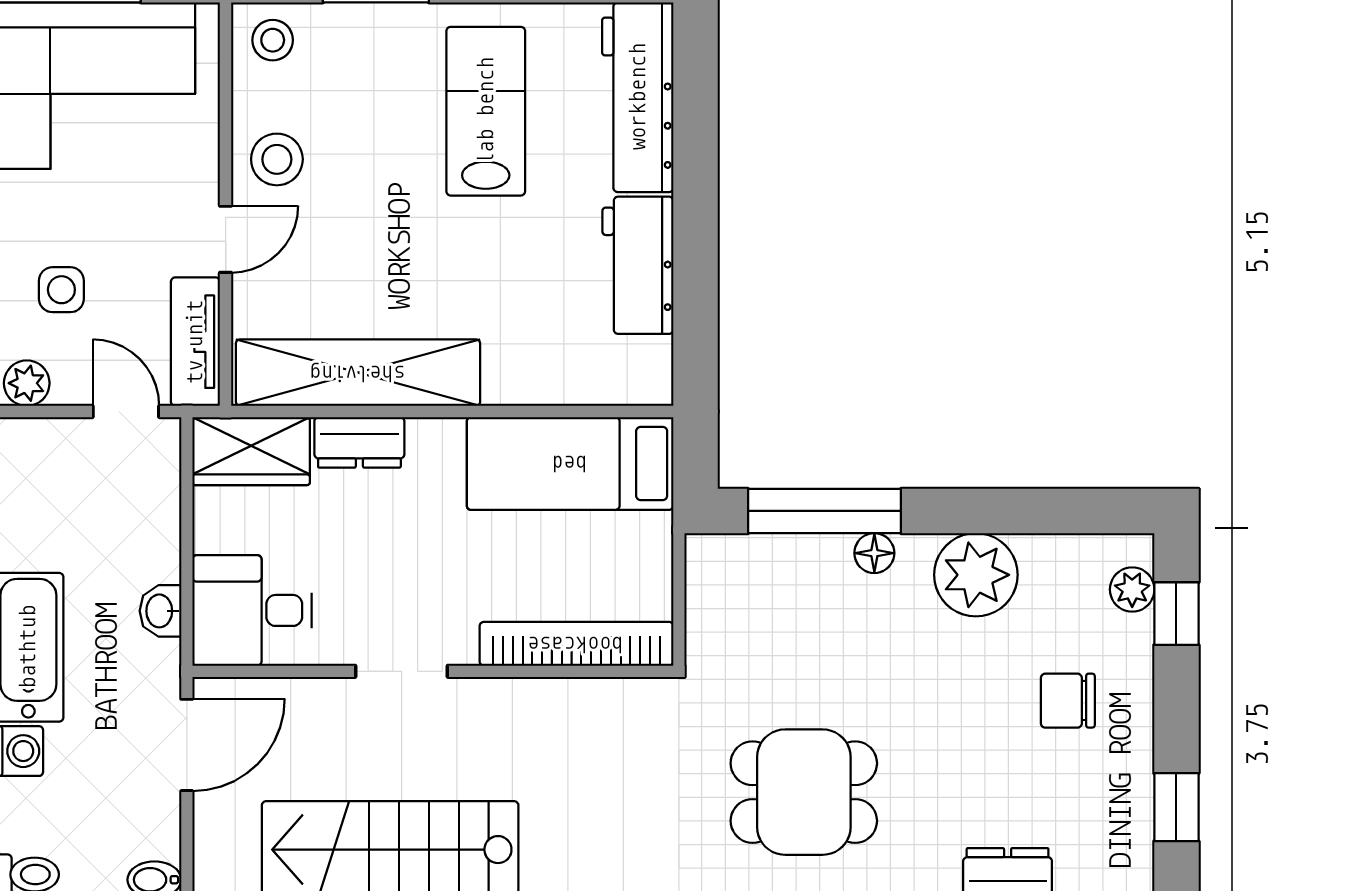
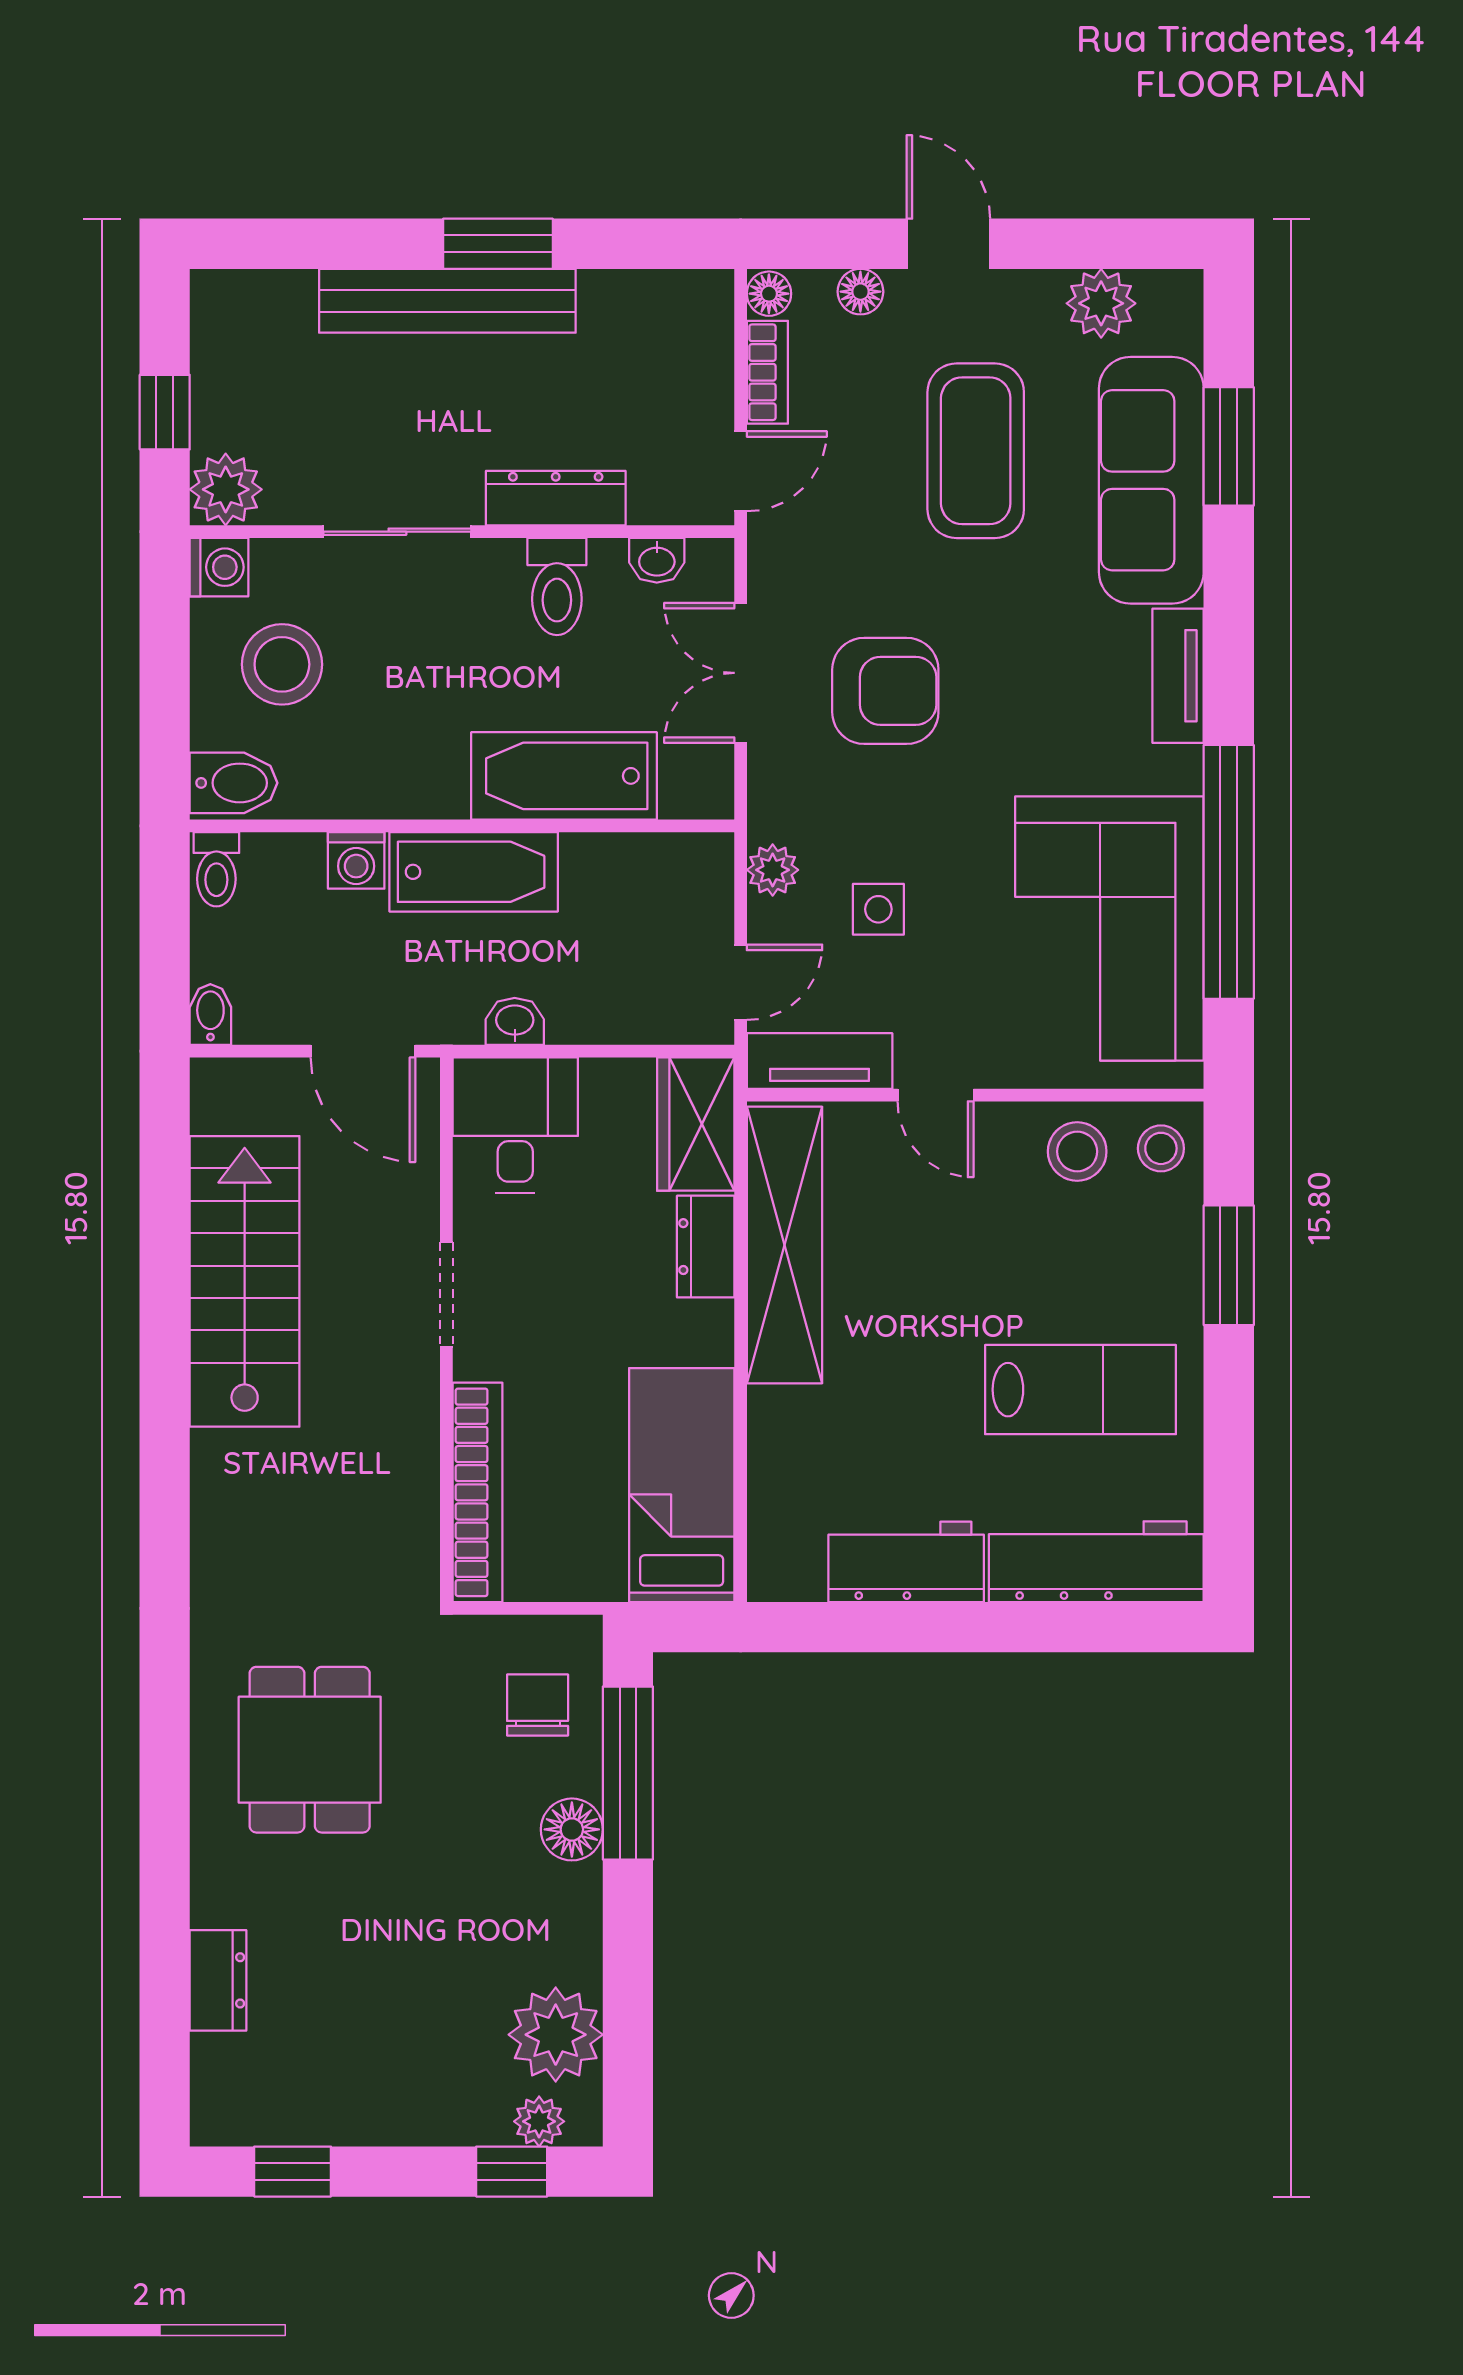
stool: (277, 159) -> (1077, 1151), moved
floor lamp: (874, 553) -> (572, 1829), width x1.37, depth x1.37
plant: (976, 575) -> (556, 2035), moved
chair: (1068, 701) -> (538, 1705), moved

